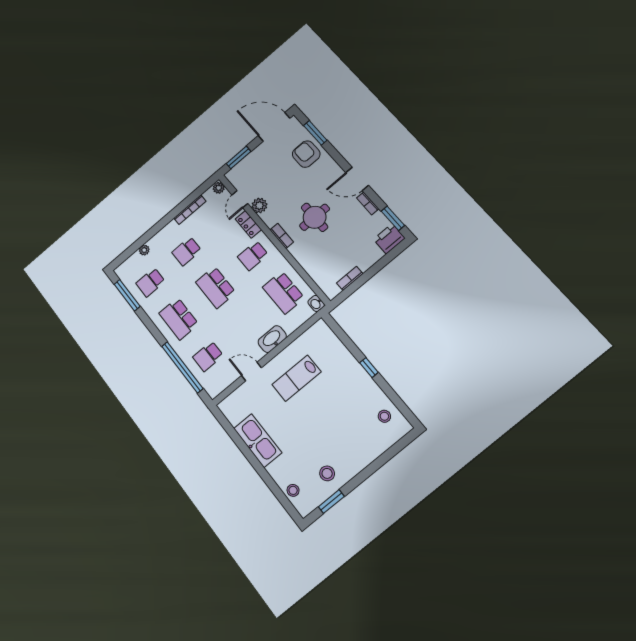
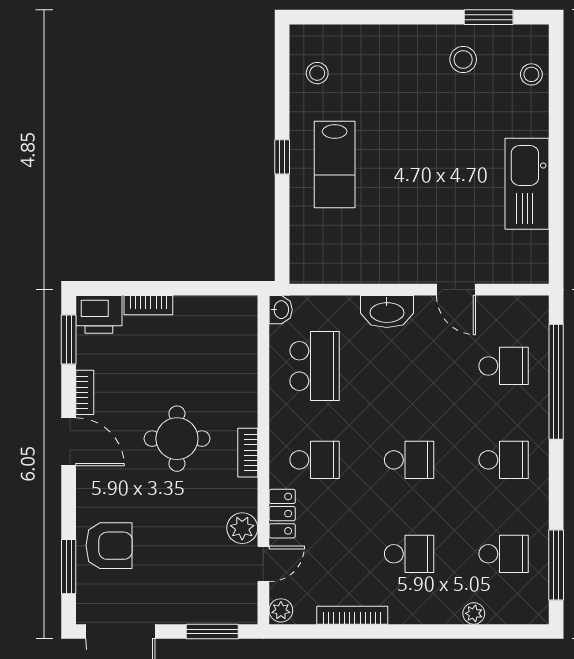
armchair: (306, 154) -> (109, 546), turned -90
bookcase: (350, 278) -> (148, 305), moved
school desk: (216, 287) -> (409, 460), width x0.54
school desk: (179, 319) -> (504, 460), width x0.54
lab bench: (296, 378) -> (335, 164), moved, turned 90

